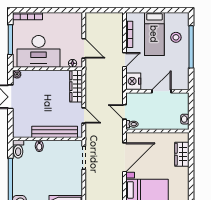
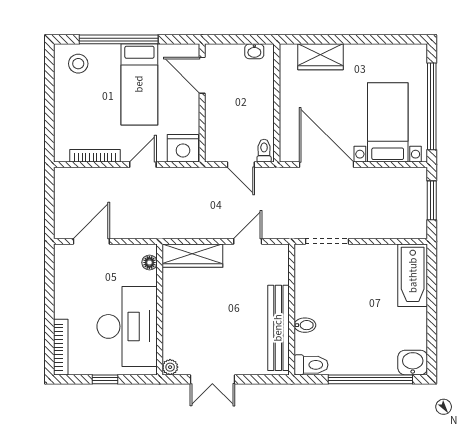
bed: (154, 34) -> (139, 84), moved, turned 90
stool: (176, 37) -> (78, 64), moved
window: (10, 40) -> (105, 379), width x0.46
door: (84, 48) -> (91, 241), moved
door: (125, 60) -> (143, 165), hinge flipped
door: (162, 91) -> (202, 75), moved
door: (125, 112) -> (241, 165), hinge flipped
bench: (55, 132) -> (278, 328), moved

